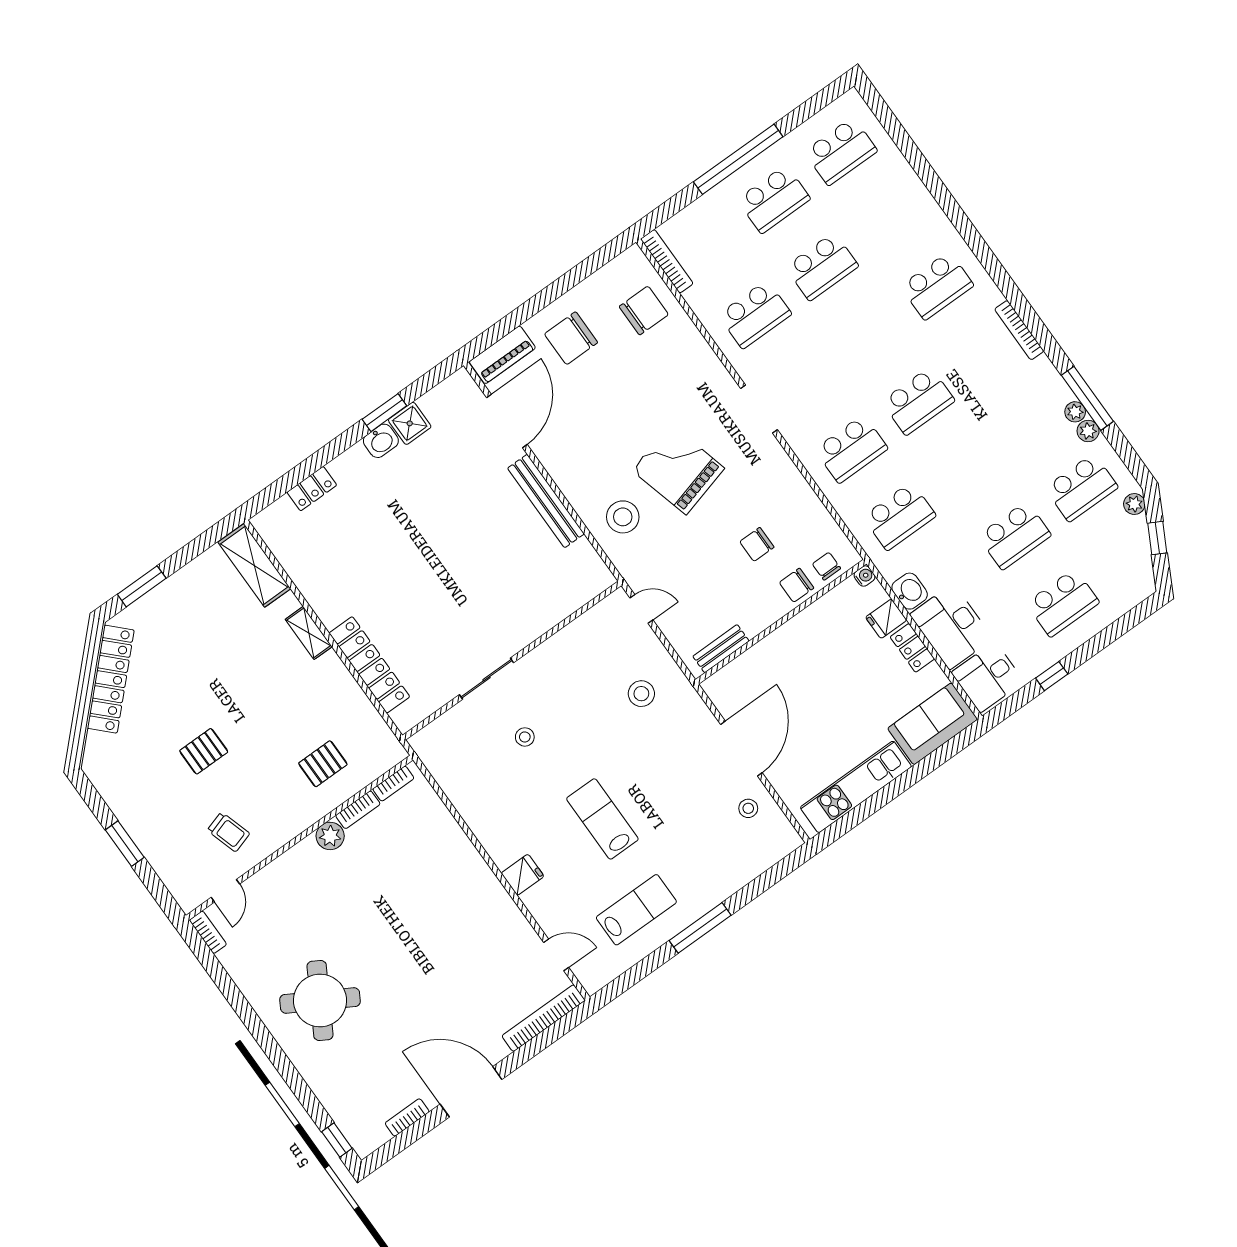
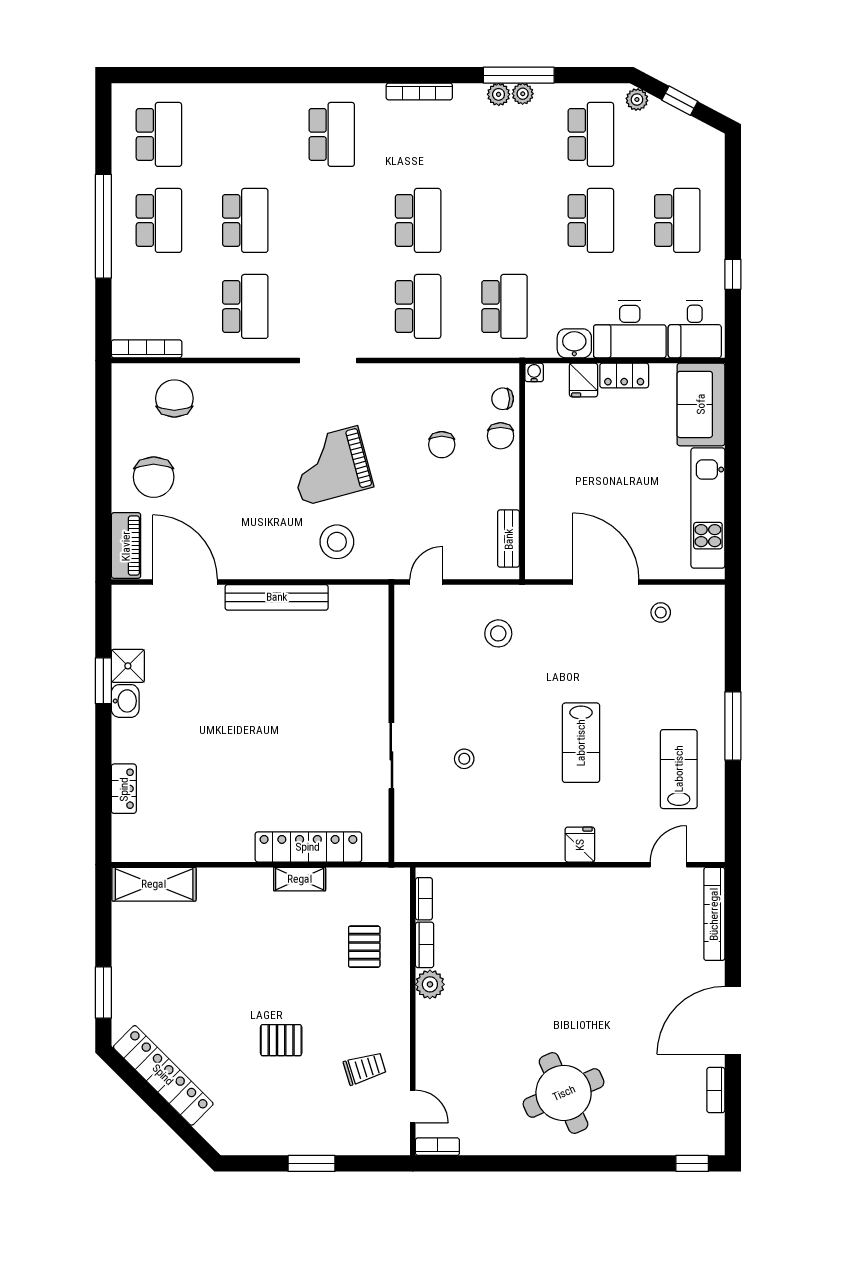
plant: (1088, 431) -> (499, 94), moved
shelving: (309, 633) -> (300, 879), moved
pallet: (204, 751) -> (281, 1040), turned 90
lab bench: (602, 819) -> (581, 743), turned -90
round table: (320, 1001) -> (564, 1093), turned 36

